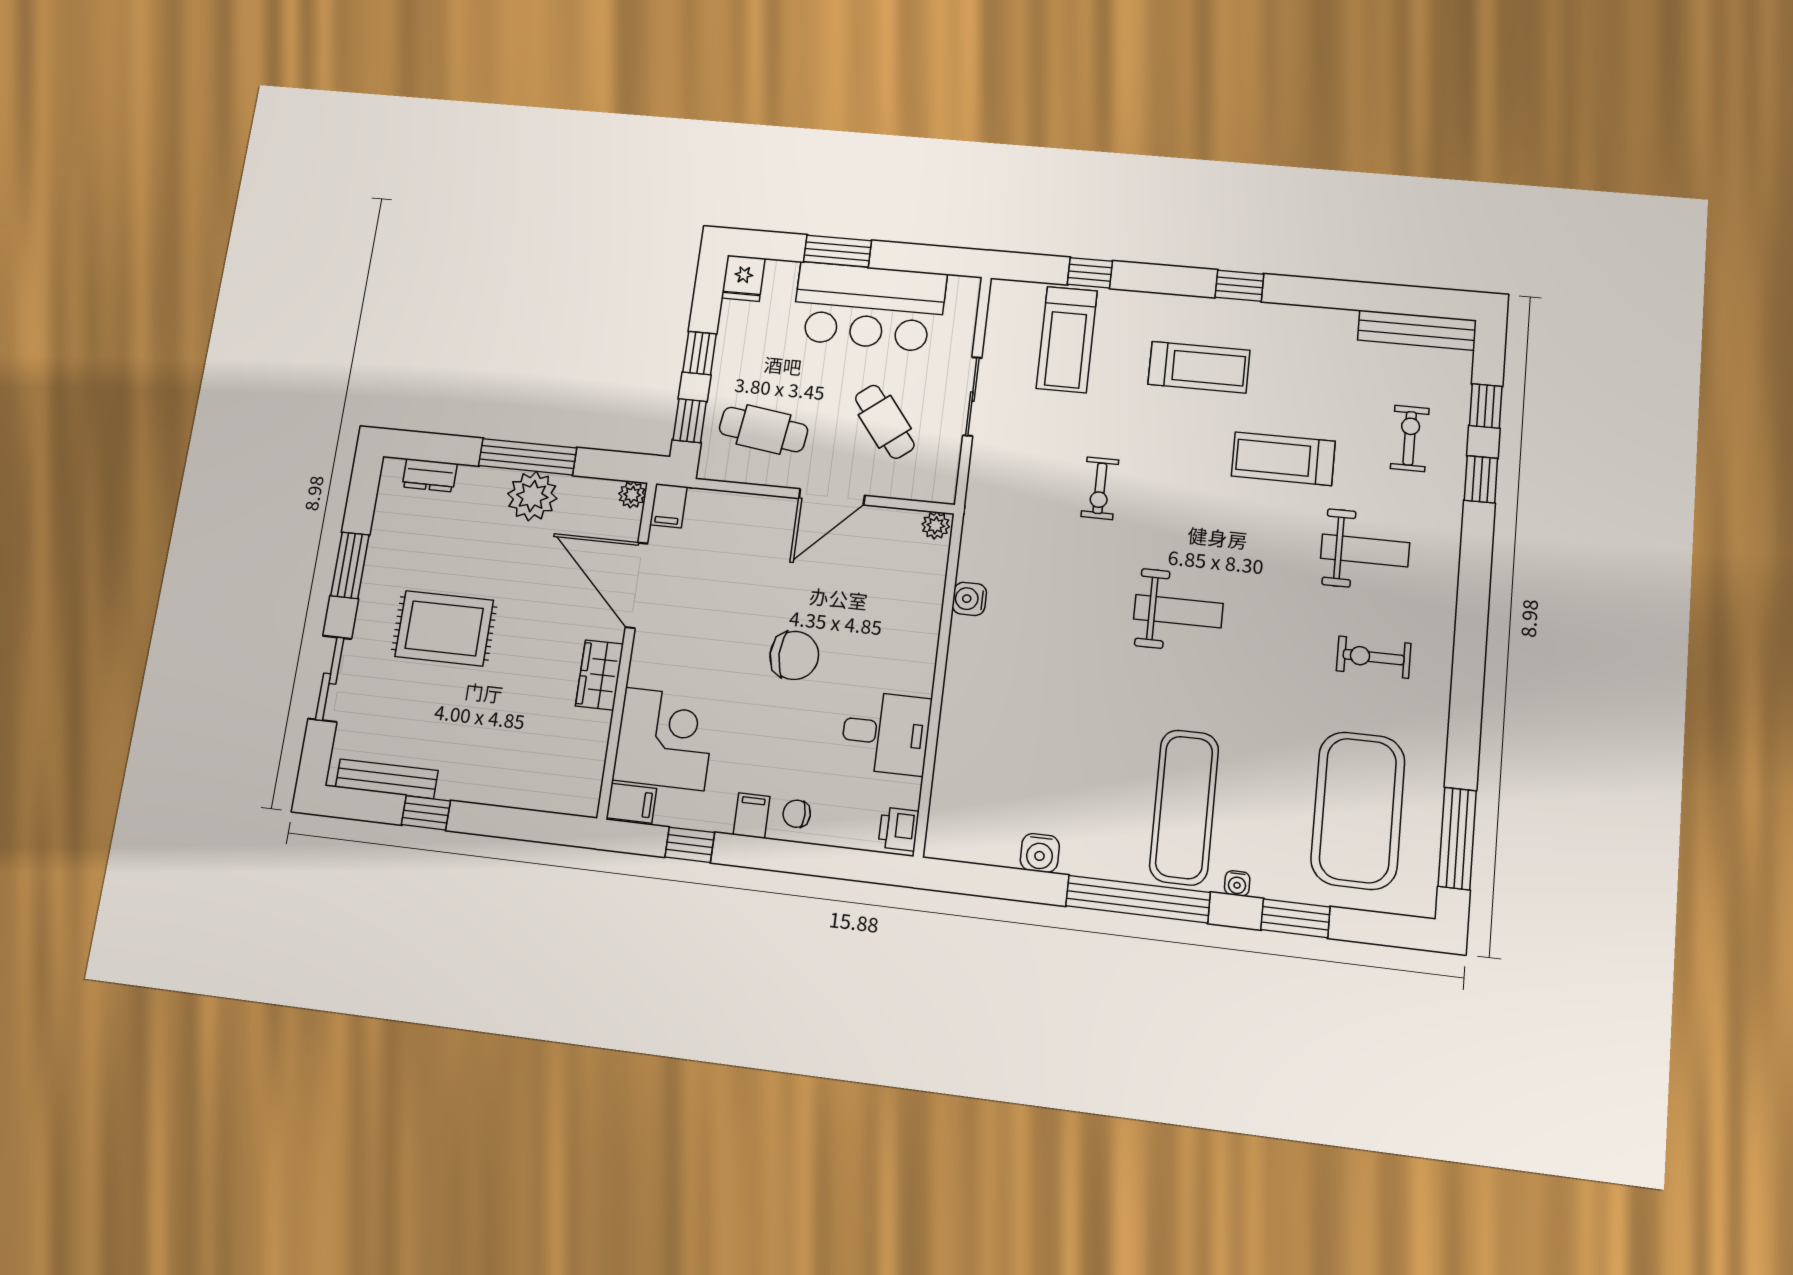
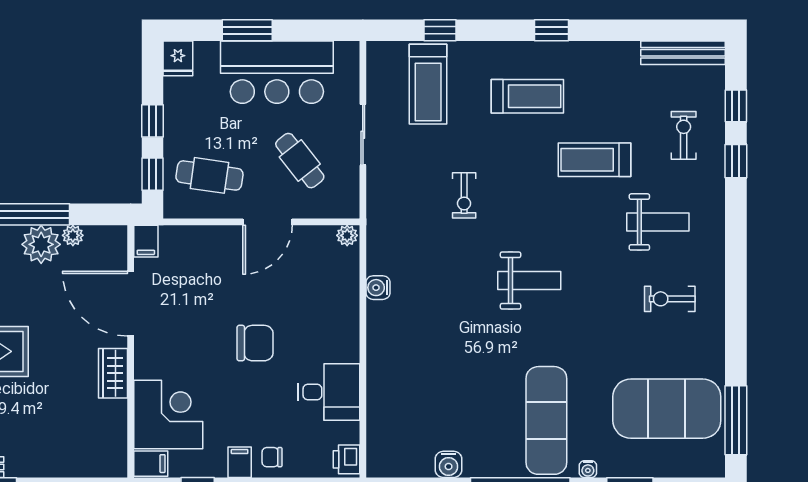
plant: (632, 495) -> (73, 235), moved
exercise mat: (1358, 810) -> (667, 409), turned 90

